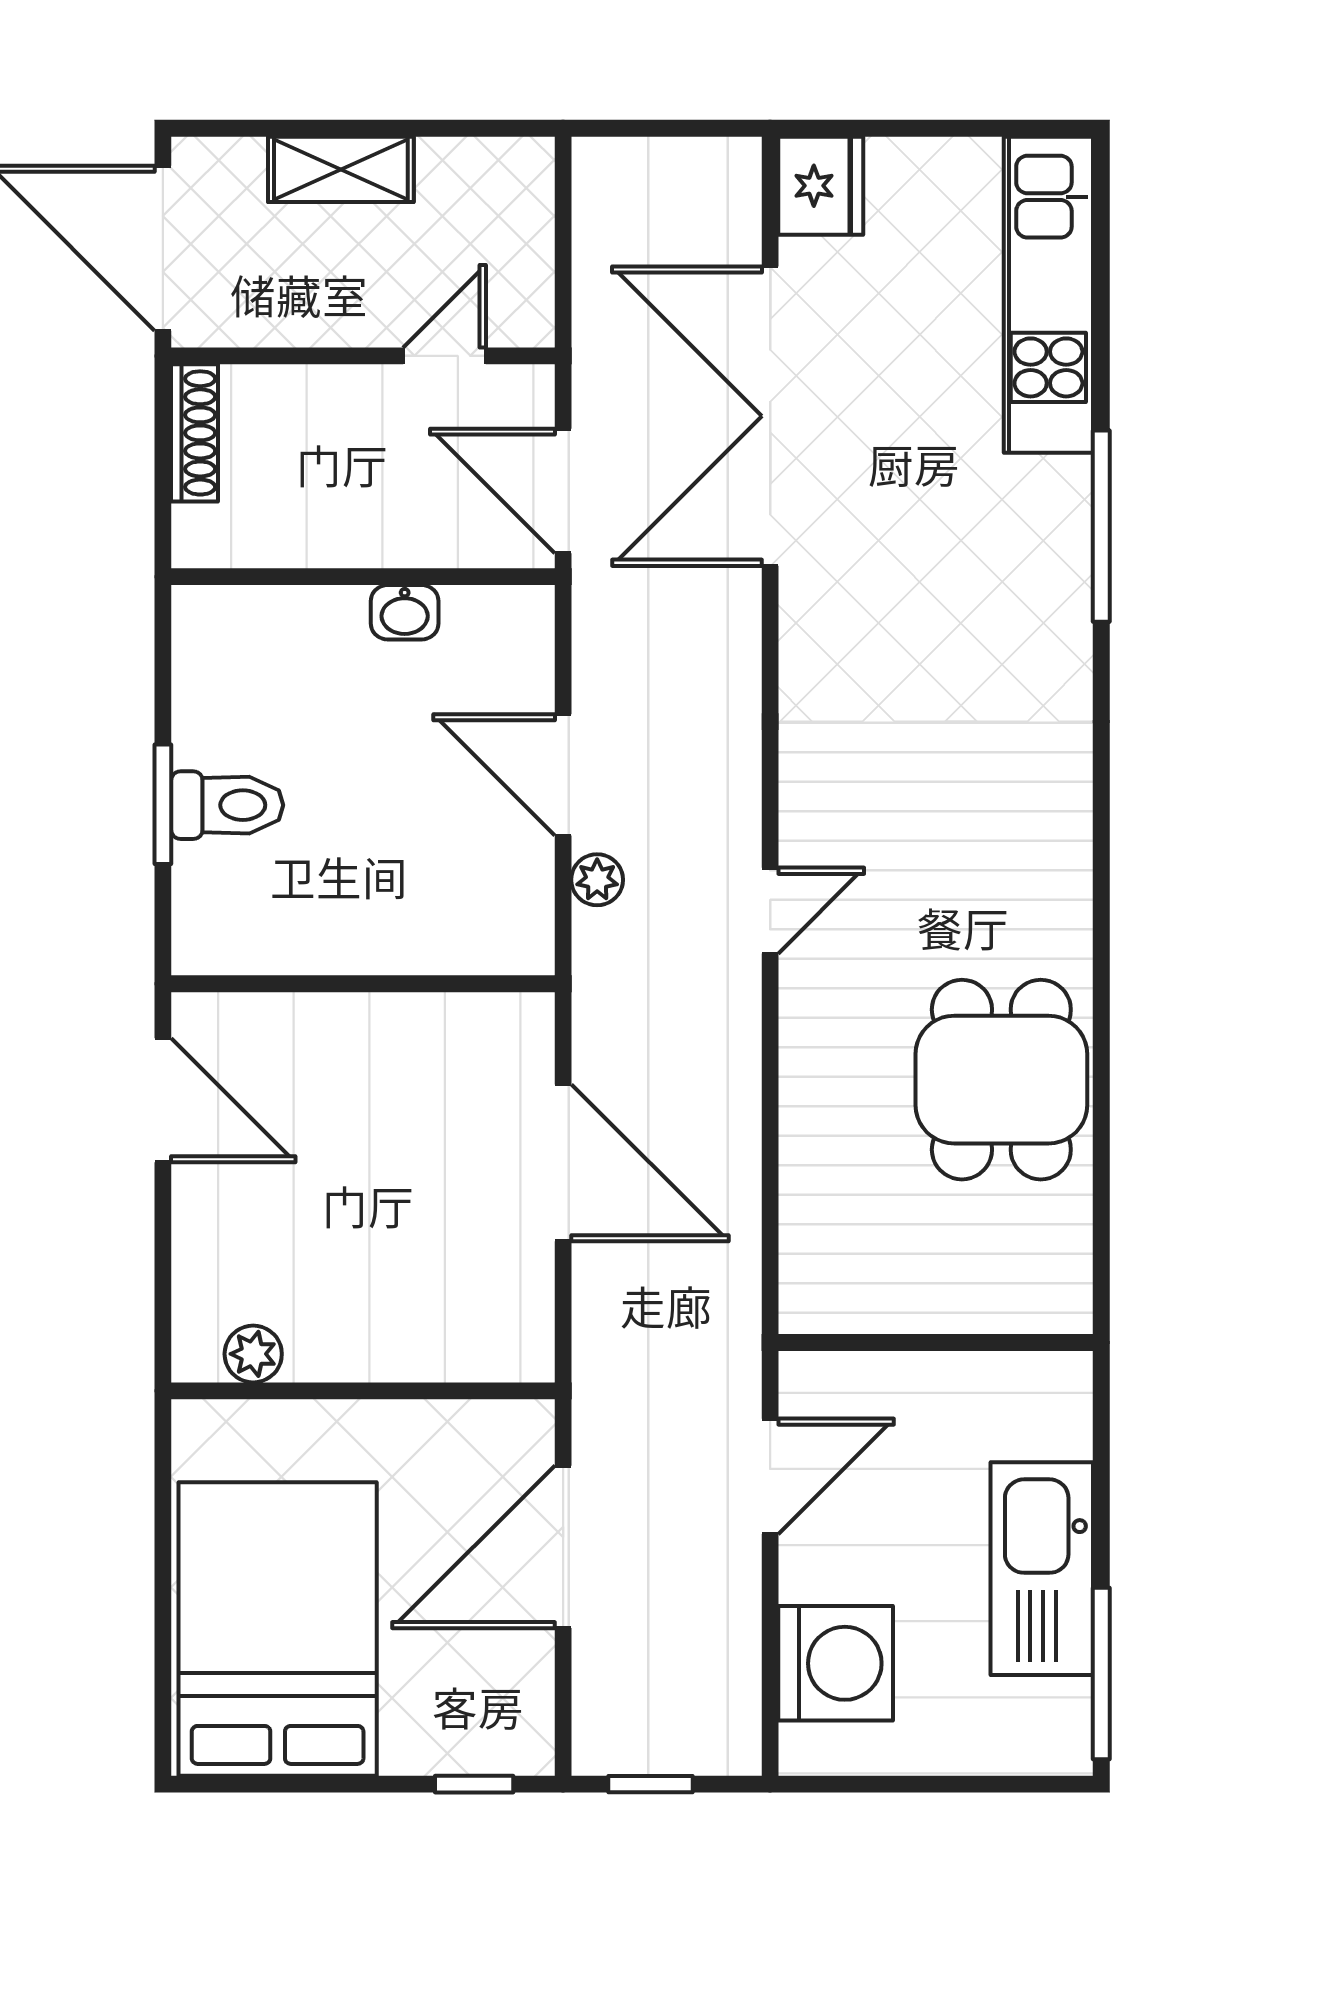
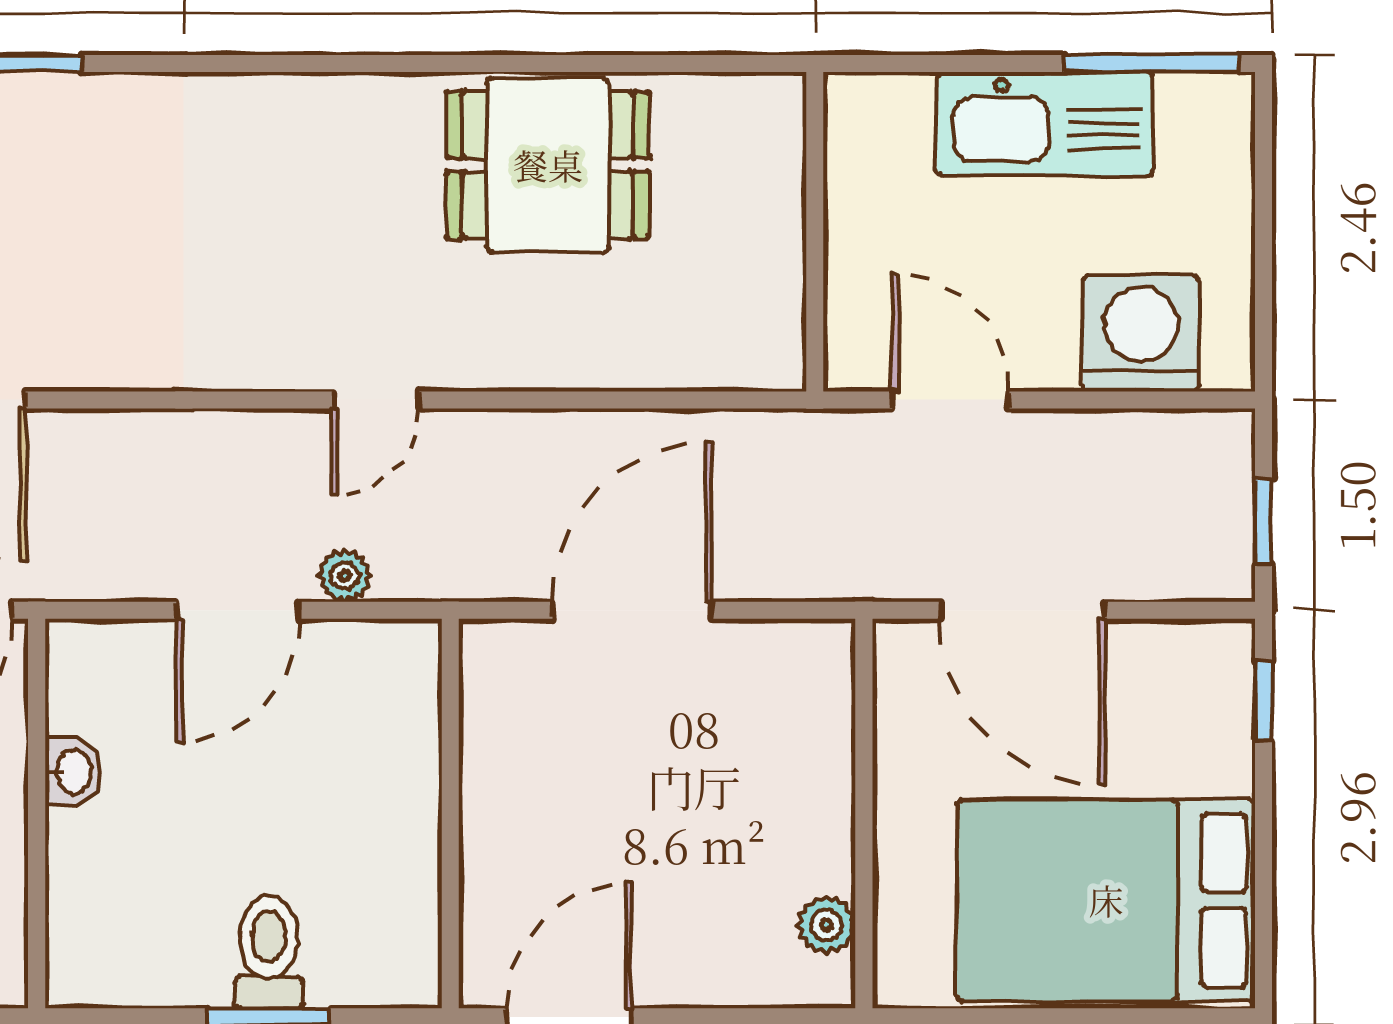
door: (770, 911) -> (376, 400), swing flipped

